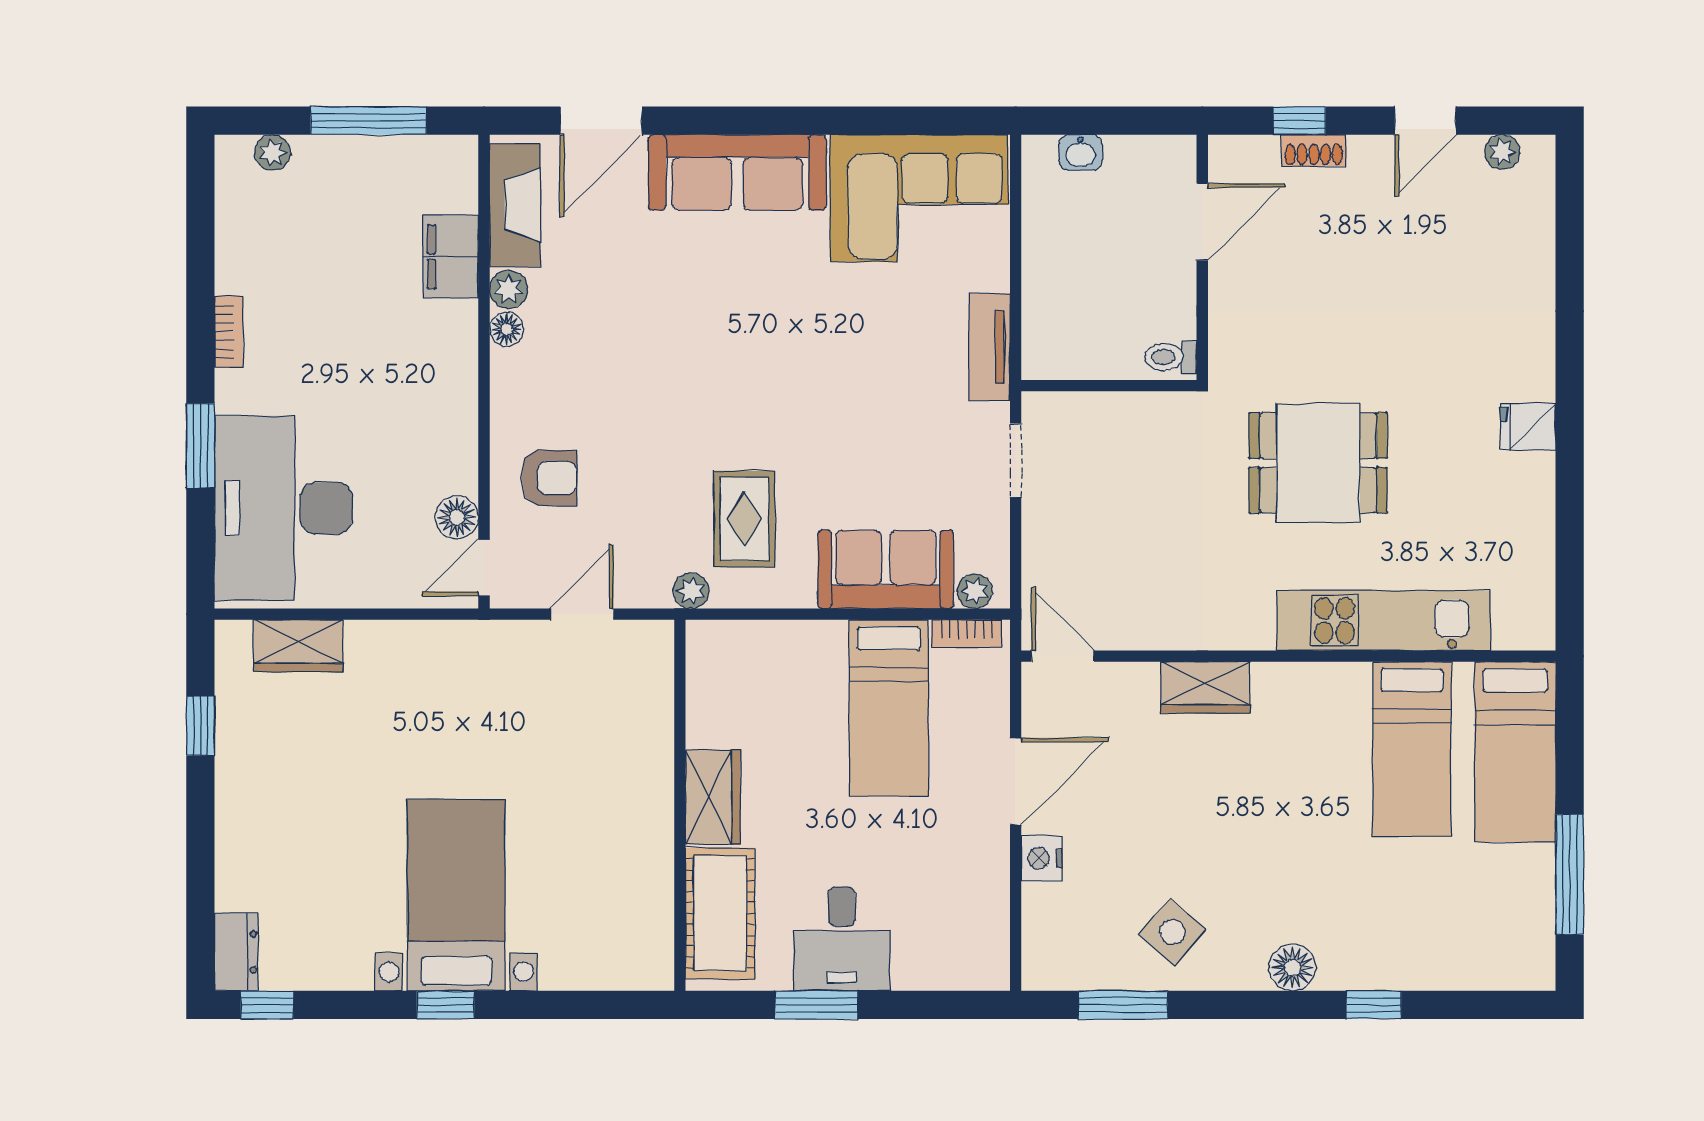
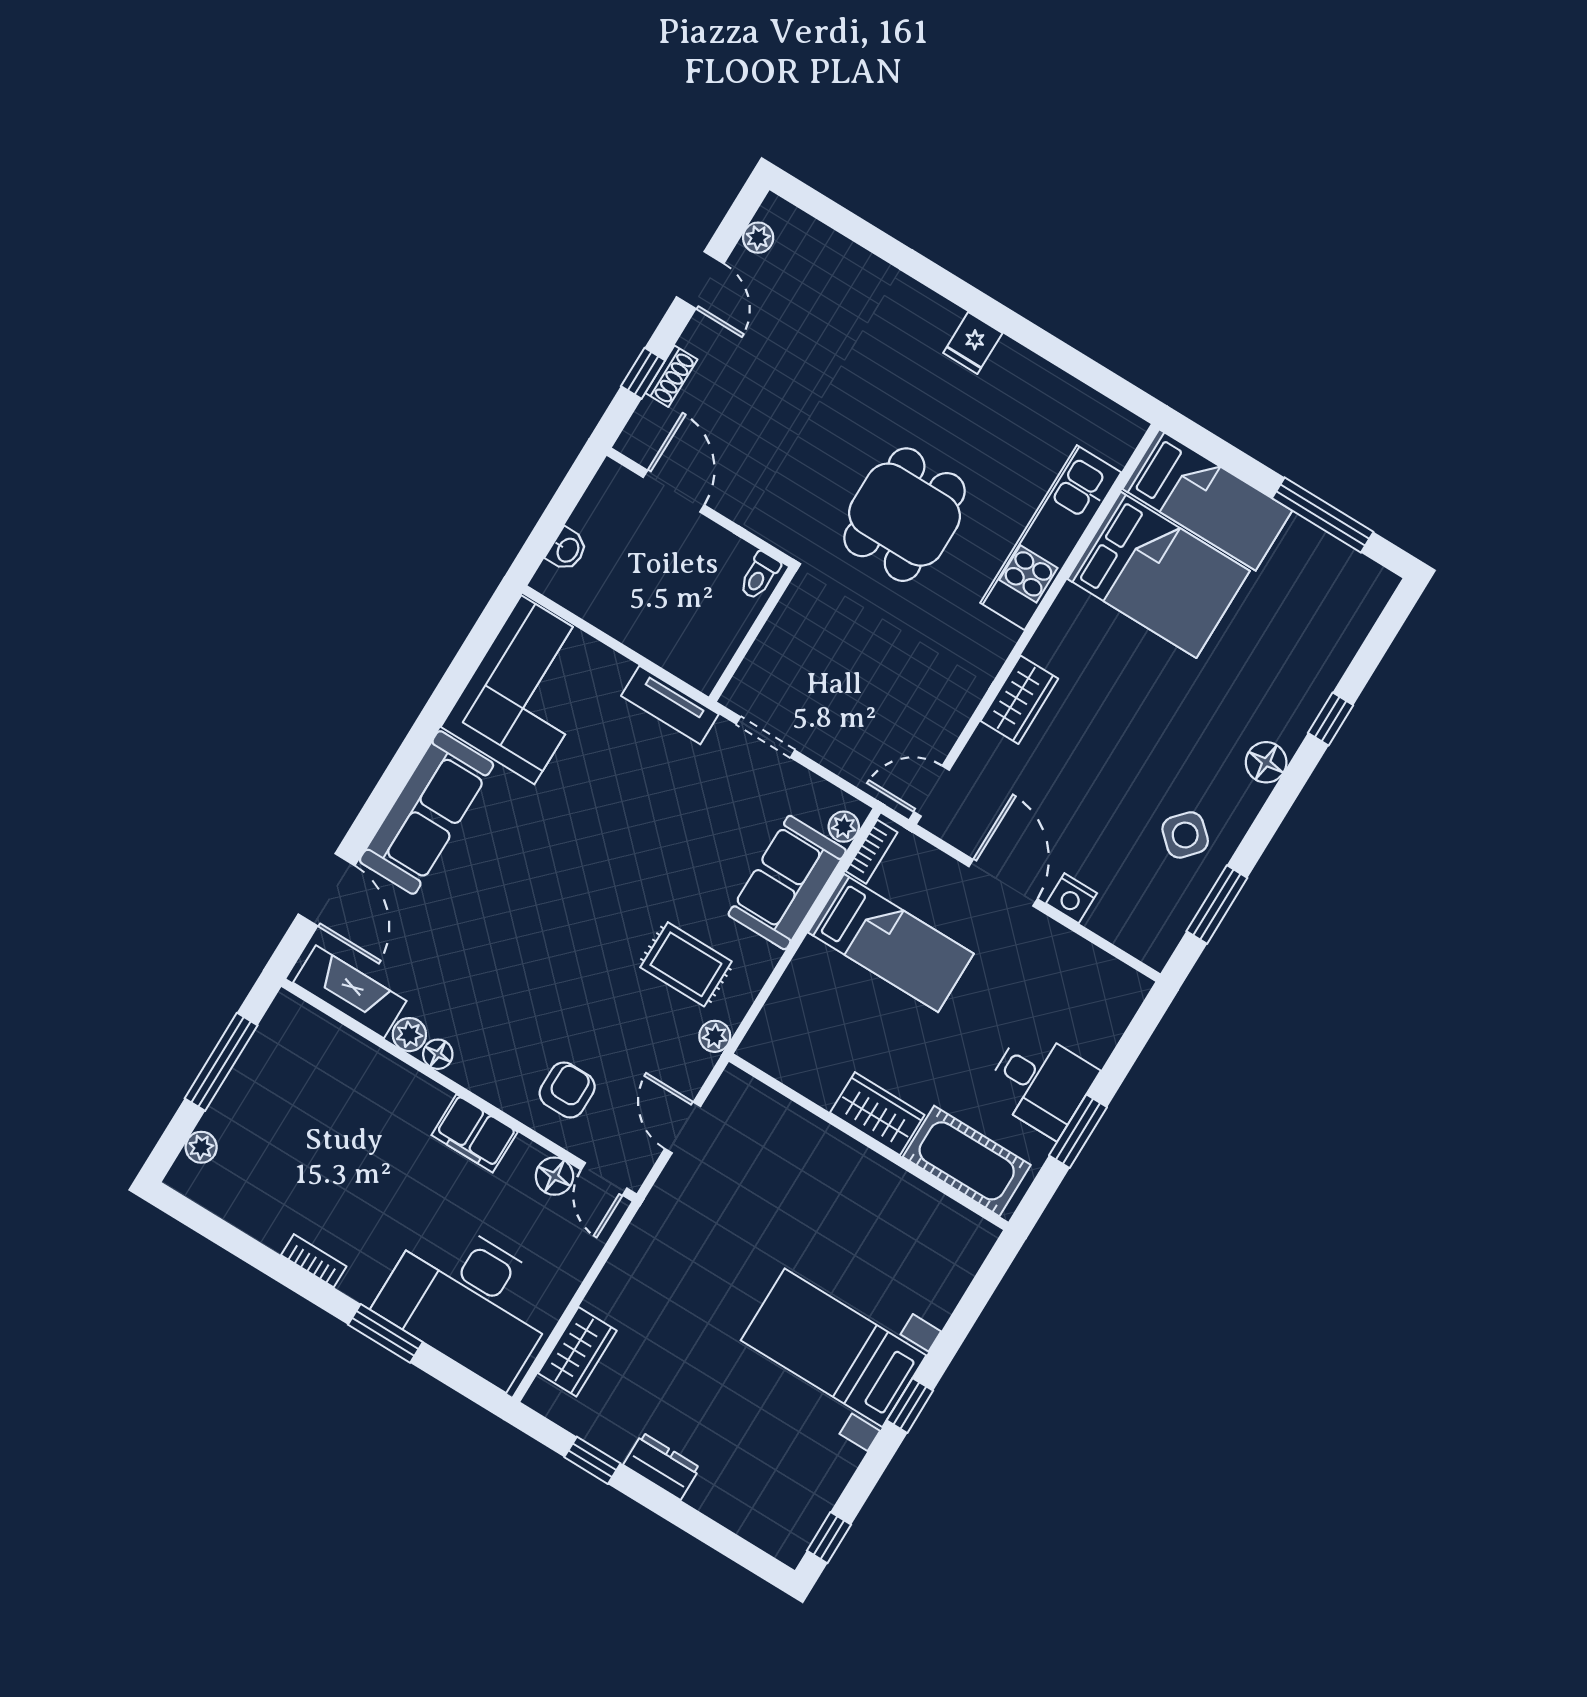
filing cabinet: (451, 257) -> (475, 1133), moved
bed: (1412, 749) -> (1159, 575), width x1.50
dresser: (236, 952) -> (662, 1466), moved

